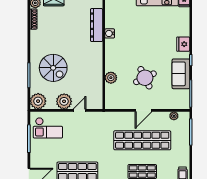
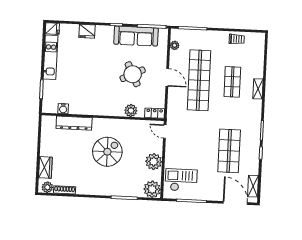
water cooler: (110, 33) -> (63, 109), moved
fridge: (183, 44) -> (87, 31), moved
spiral stairs: (53, 68) -> (107, 152), moved
sofa: (181, 74) -> (136, 36), width x1.36
locker: (110, 100) -> (155, 113), added
door: (80, 110) -> (165, 131), moved
checkout: (48, 128) -> (181, 180), turned -90

